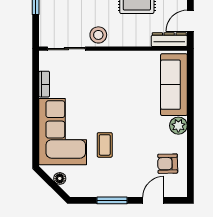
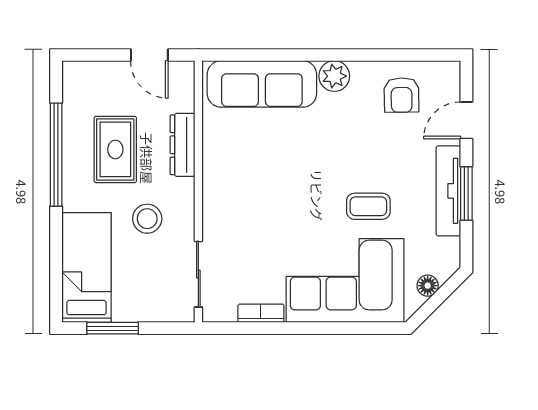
stool: (98, 35) -> (147, 219), moved
dresser: (169, 40) -> (183, 145), moved
tv unit: (113, 190) -> (448, 191), added
door: (153, 200) -> (466, 120), hinge flipped

